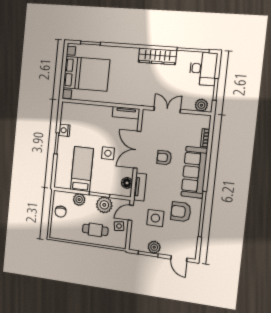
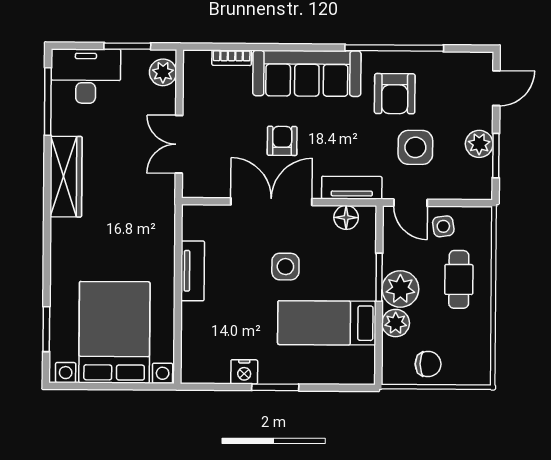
tv unit: (126, 113) -> (193, 271), moved
double door: (137, 150) -> (271, 202), swing flipped
armchair: (164, 158) -> (282, 141), turned 180
plant: (104, 205) -> (400, 289), moved

